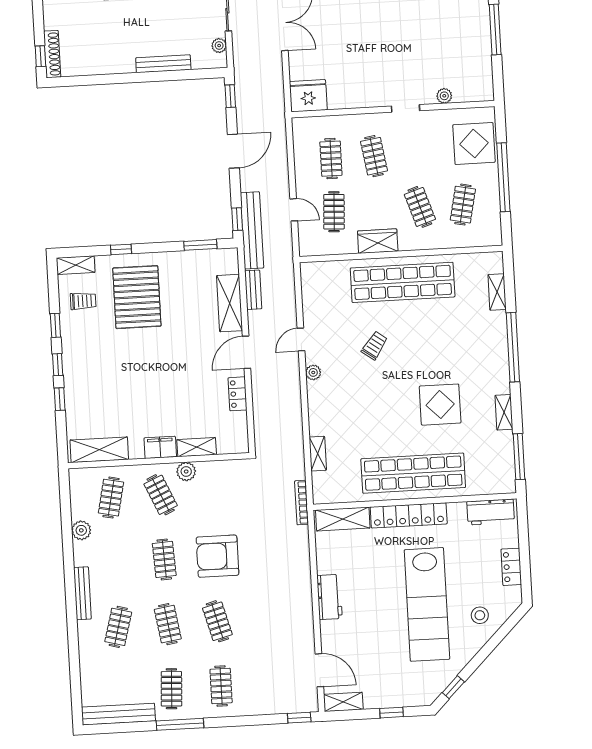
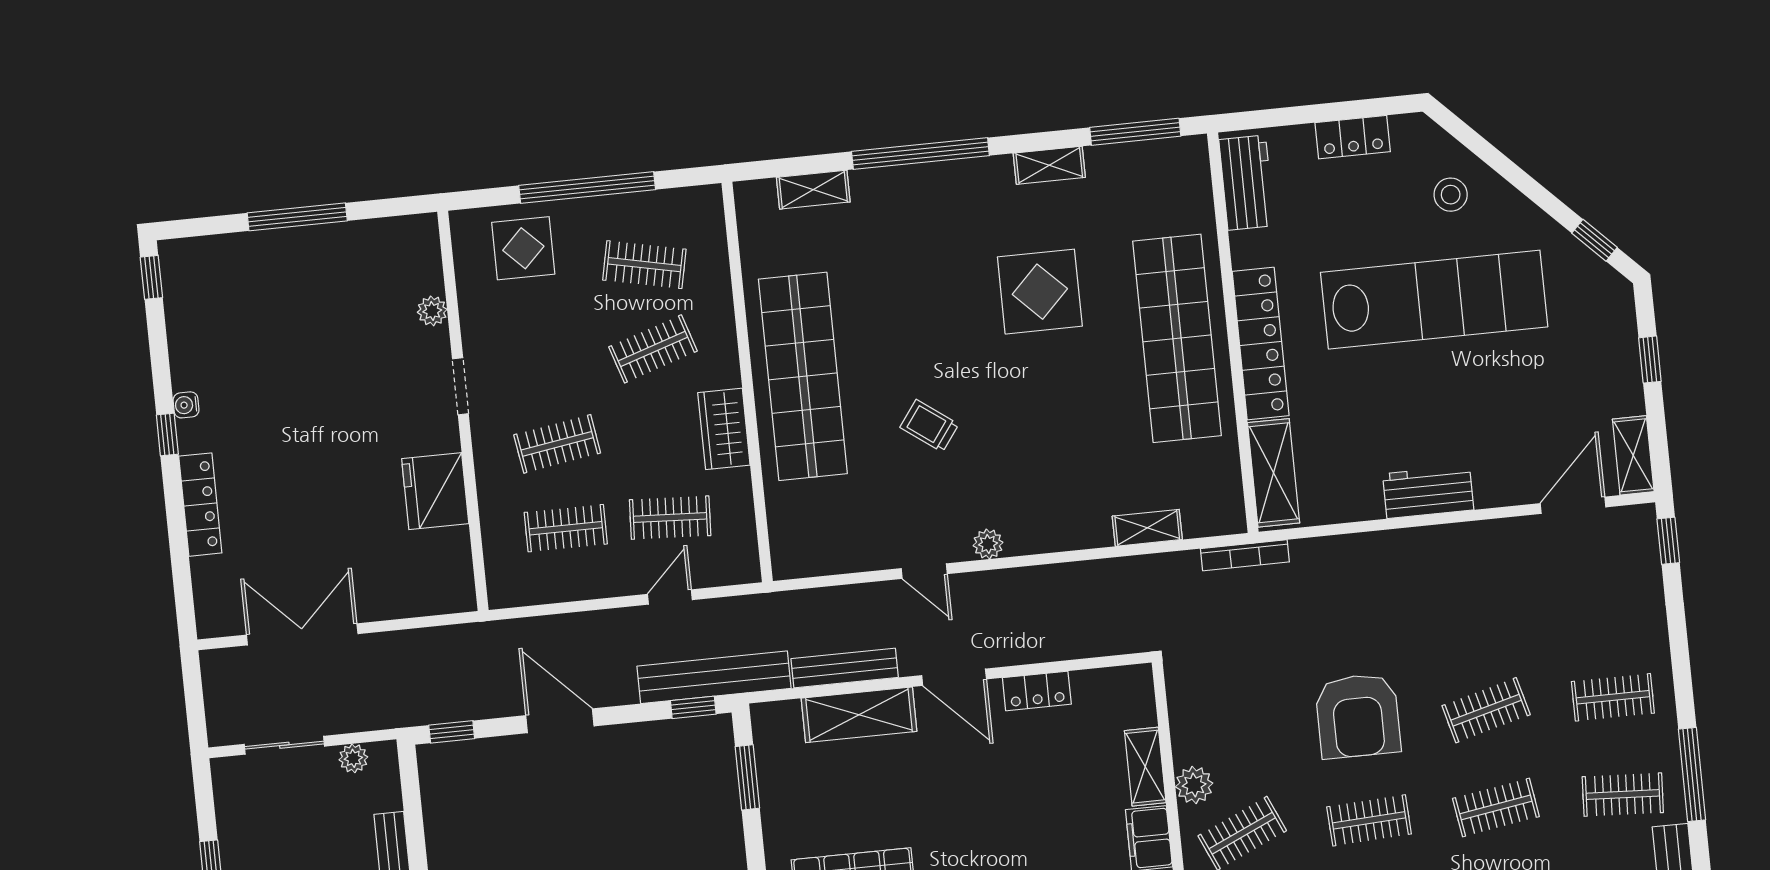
fridge: (308, 96) -> (435, 491), moved
display table: (474, 144) -> (523, 248), width x0.73, depth x0.73
bench: (253, 290) -> (845, 668), width x1.36

